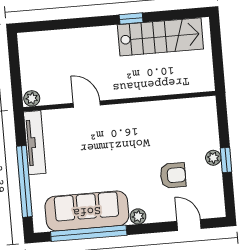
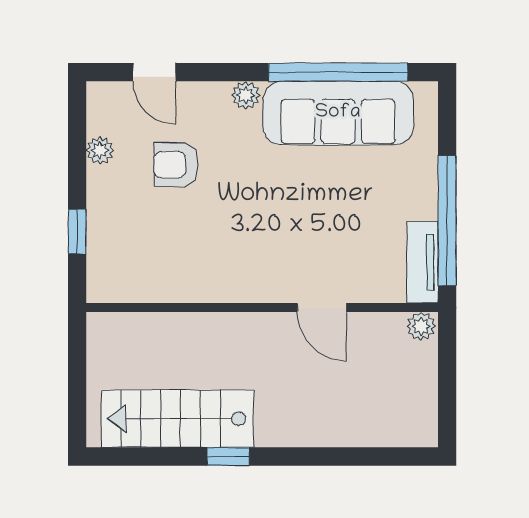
tv unit: (35, 143) -> (422, 262), width x0.71
plant: (213, 158) -> (100, 150), moved
window: (226, 160) -> (77, 231), moved
window: (24, 181) -> (447, 221), moved

